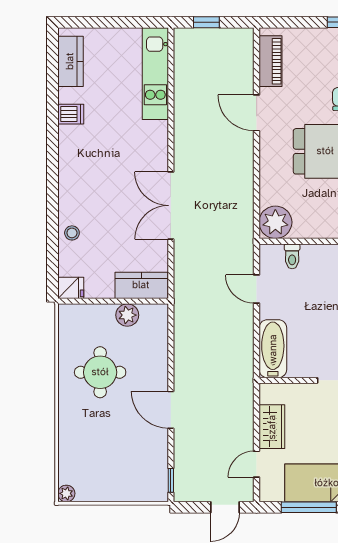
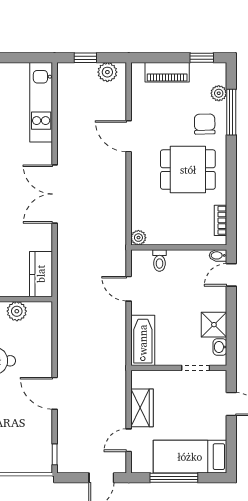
plant: (232, 39) -> (107, 72), added
piano: (270, 61) -> (167, 72), moved, turned 90
double door: (171, 206) -> (55, 194), moved
plant: (275, 222) -> (138, 238), width x0.53, depth x0.53
kitchen counter: (141, 285) -> (41, 274), moved, turned -90

